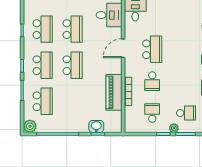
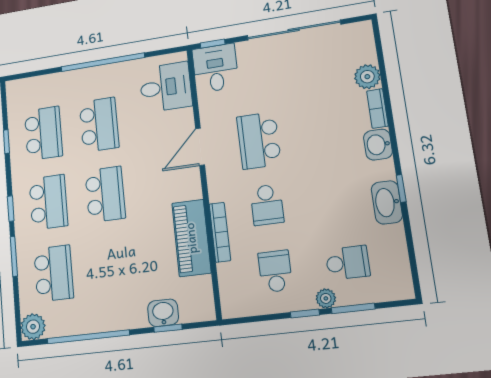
school desk: (152, 49) -> (259, 140), turned 180

